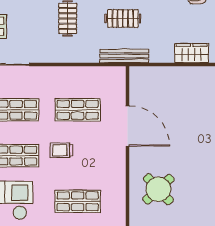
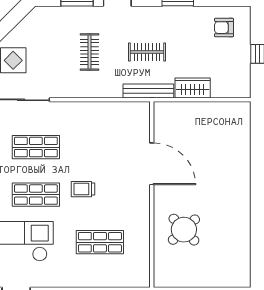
wardrobe: (192, 53) -> (193, 88), moved
shop shelf: (78, 110) -> (100, 147), removed

